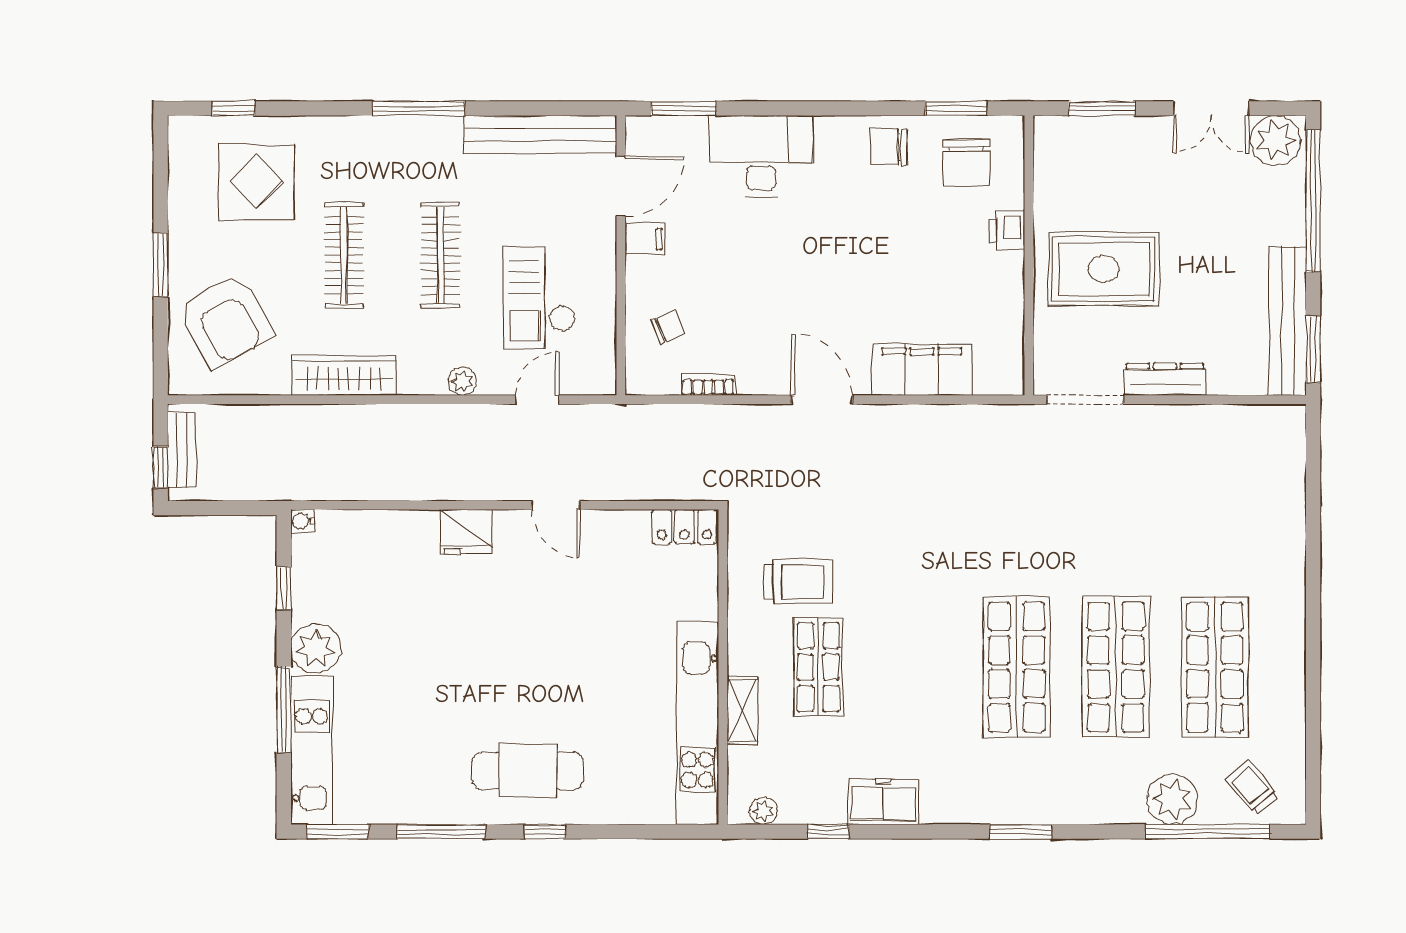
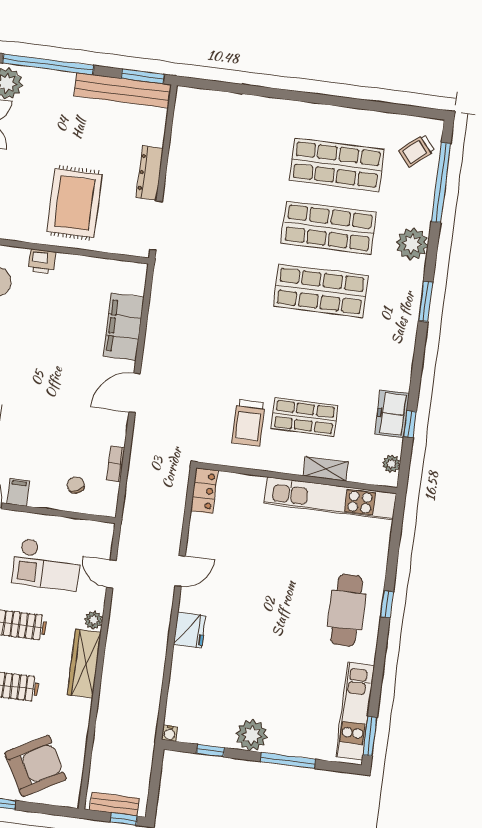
wardrobe: (344, 375) -> (84, 663), moved
trolley: (798, 582) -> (248, 423), turned 180
kitchen unit: (312, 750) -> (355, 711), moved, turned -90
plant: (1172, 799) -> (412, 244), moved
freezer: (883, 802) -> (392, 414), moved
window: (441, 832) -> (378, 670), removed

